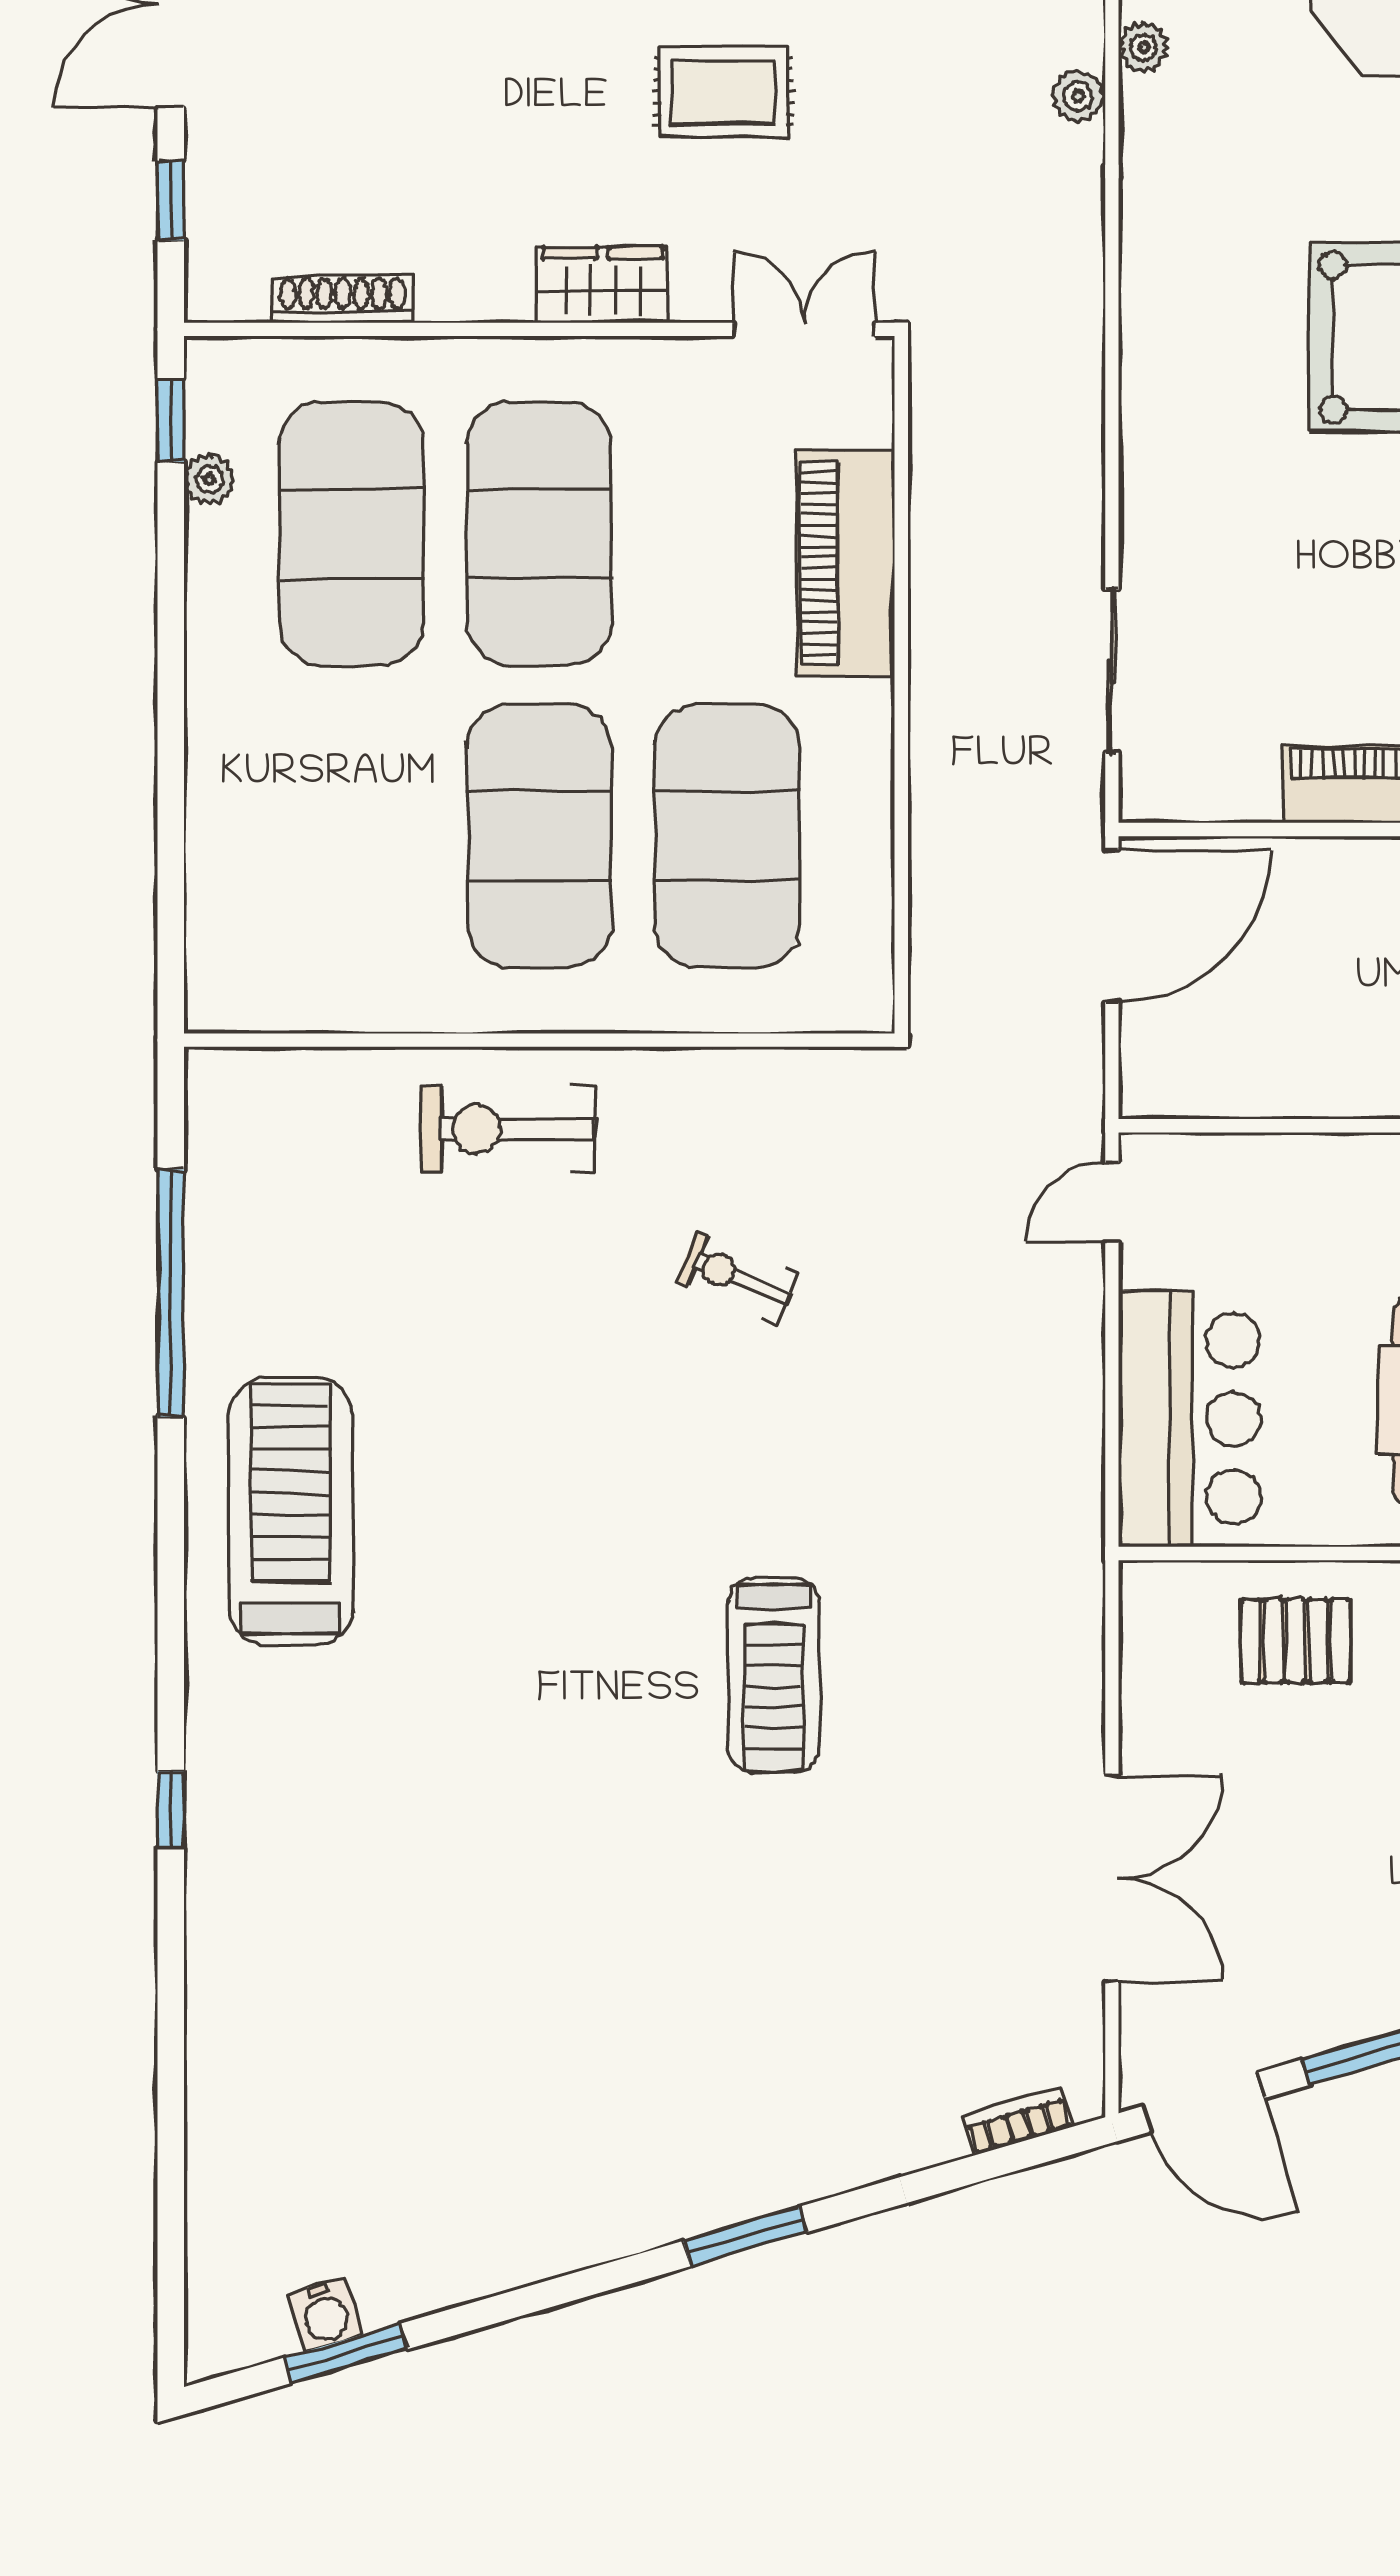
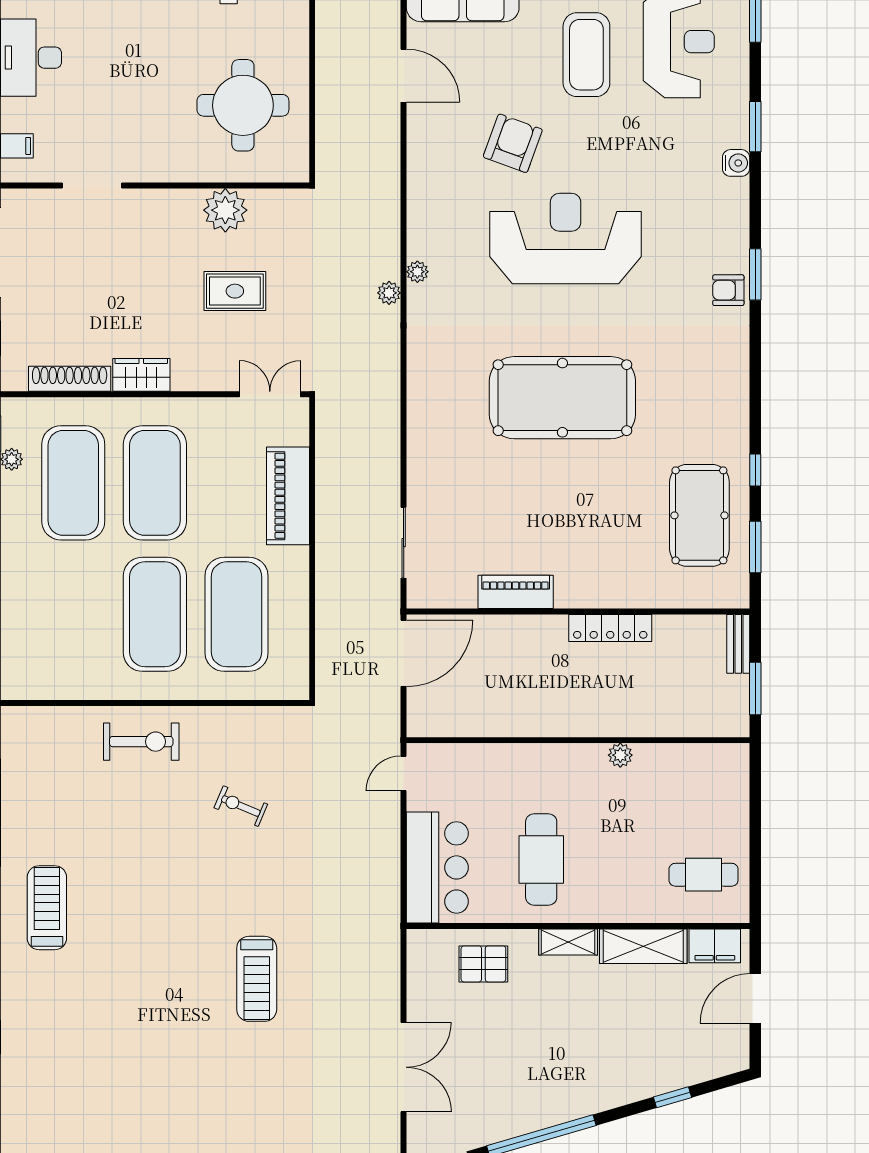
wardrobe: (603, 285) -> (141, 375), moved
shoe rack: (343, 299) -> (70, 379), width x1.36, depth x1.24
exercise bike: (508, 1129) -> (141, 742), turned 180
treadmill: (291, 1512) -> (47, 908), width x0.73, depth x0.73

